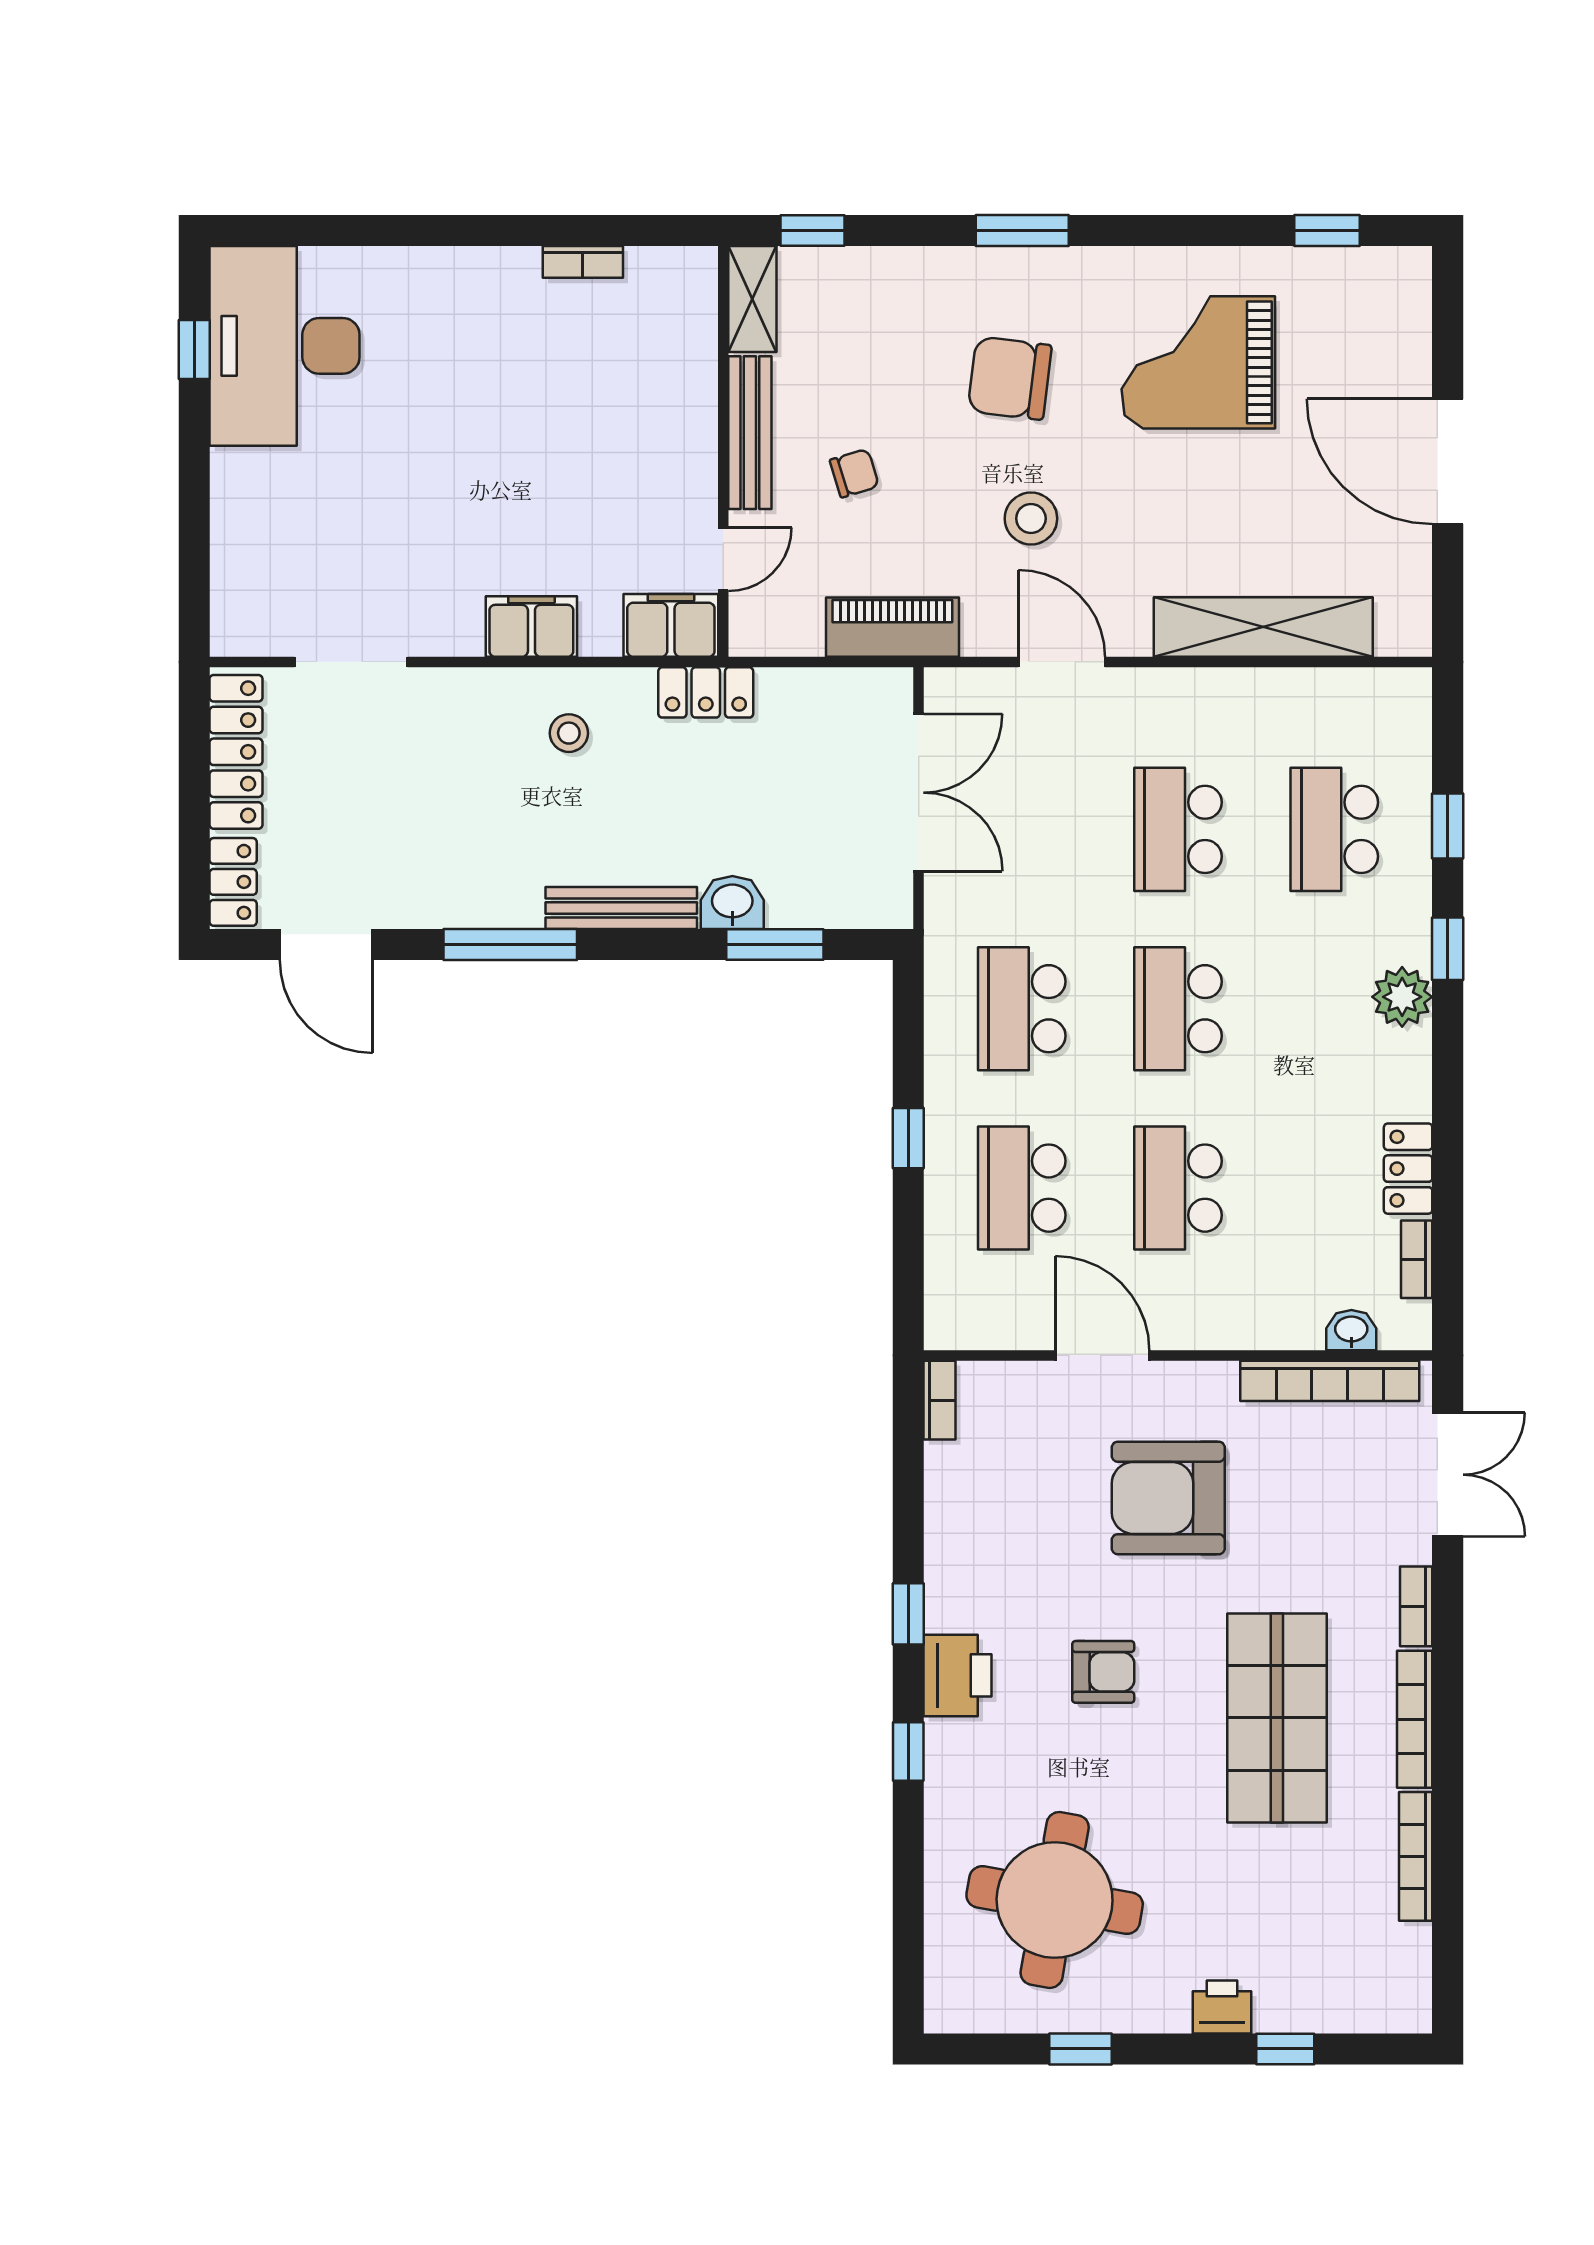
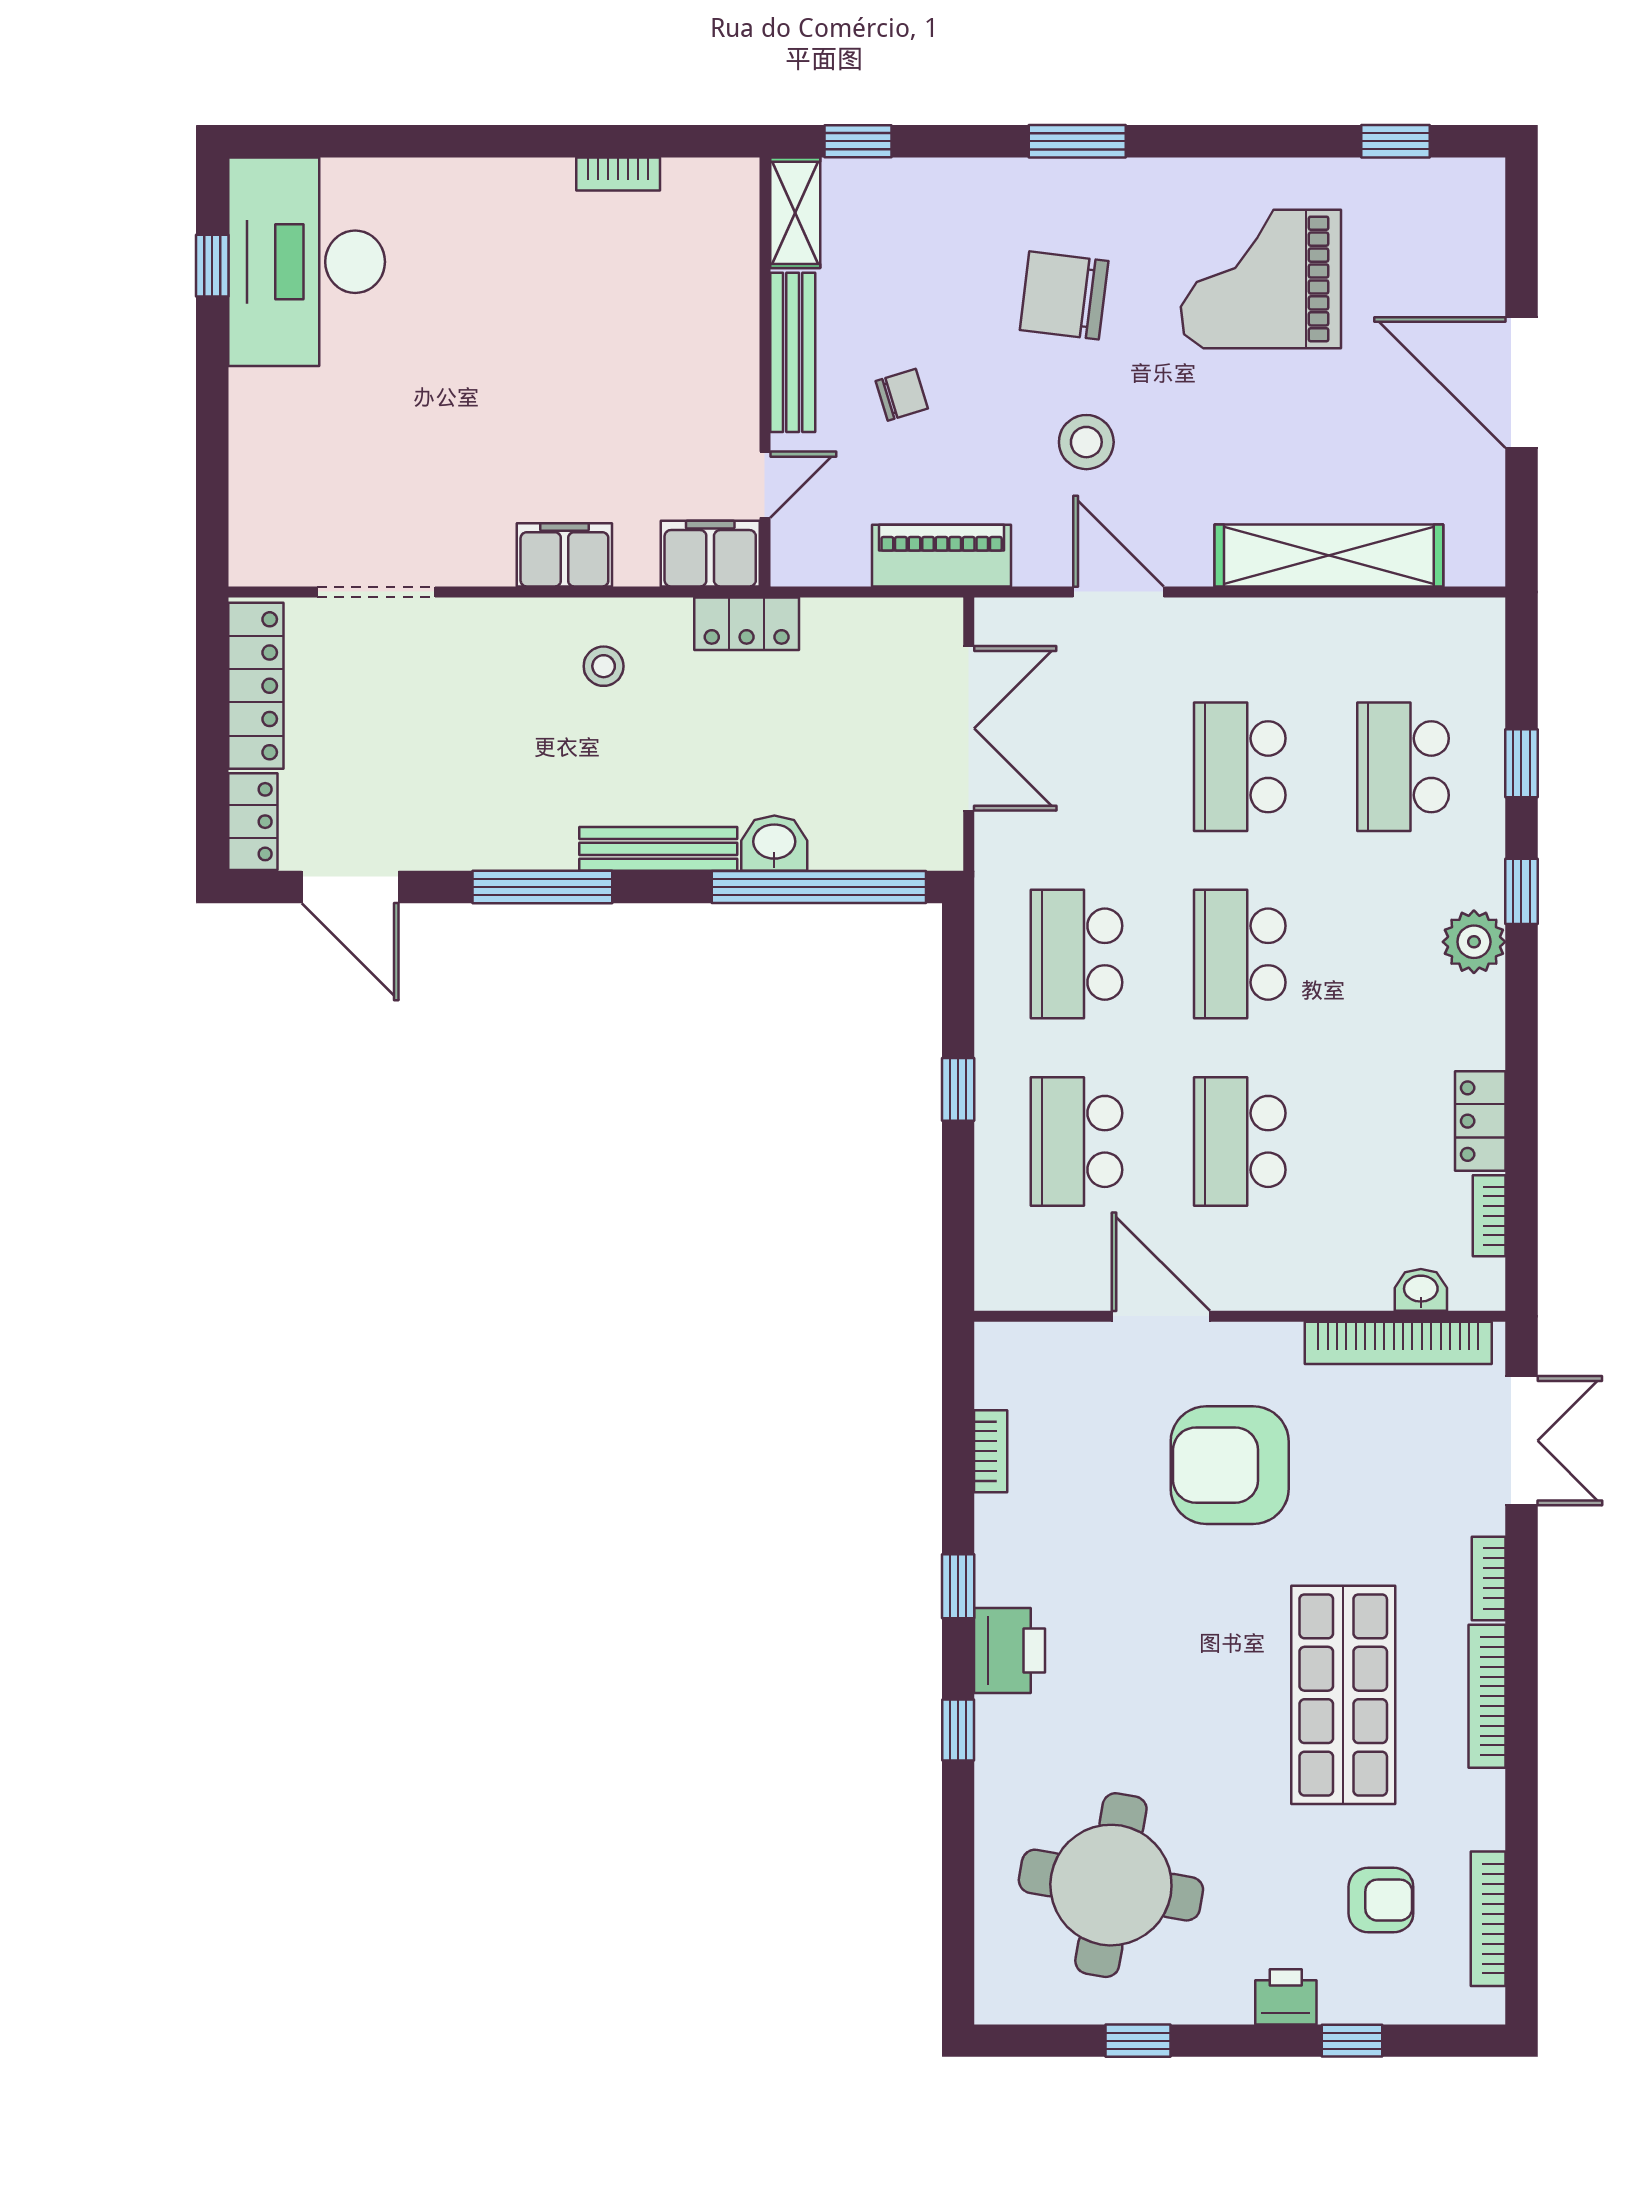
window: (775, 945) -> (819, 887), width x2.11
bookcase: (939, 1400) -> (991, 1451), moved
armchair: (1103, 1672) -> (1381, 1900), moved
bookcase: (1416, 1856) -> (1488, 1919), moved

